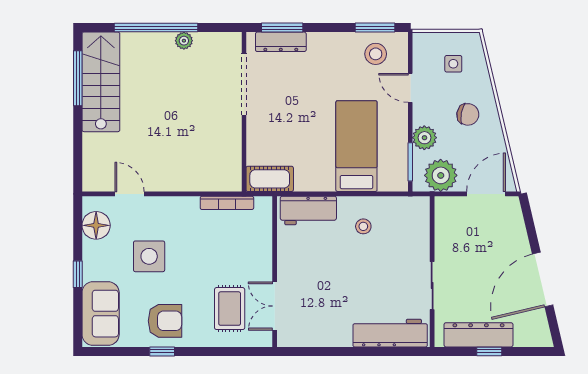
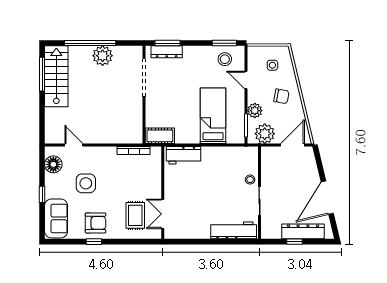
plant: (184, 41) -> (103, 56), width x1.87, depth x1.87
stool: (363, 226) -> (250, 180), moved
dresser: (478, 335) -> (303, 231), moved

